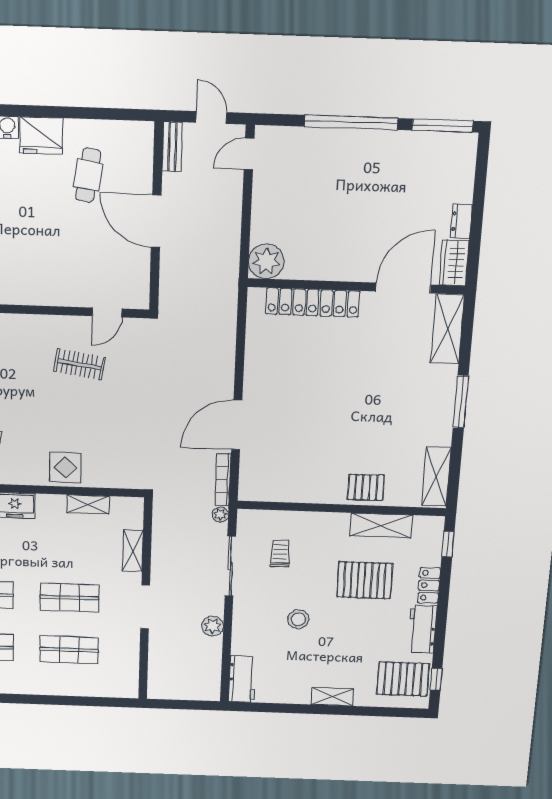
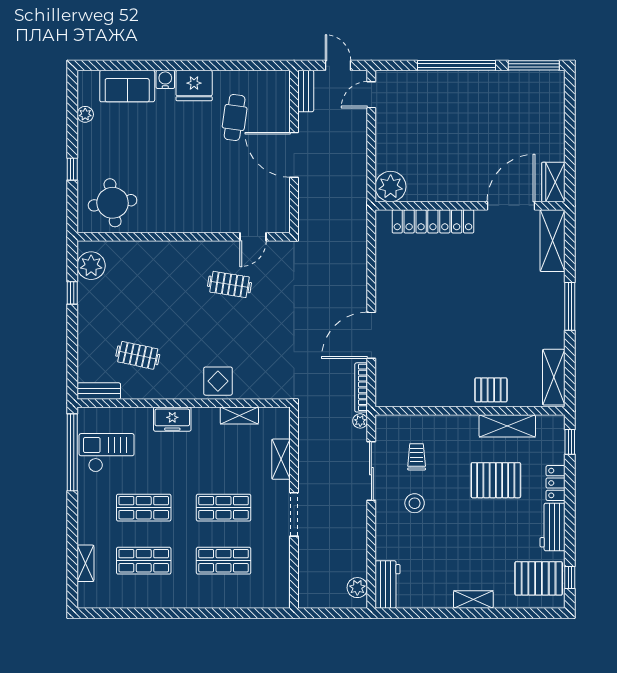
dresser: (461, 221) -> (557, 146), removed
stool: (298, 619) -> (415, 503), moved
plant: (213, 626) -> (357, 588), moved

